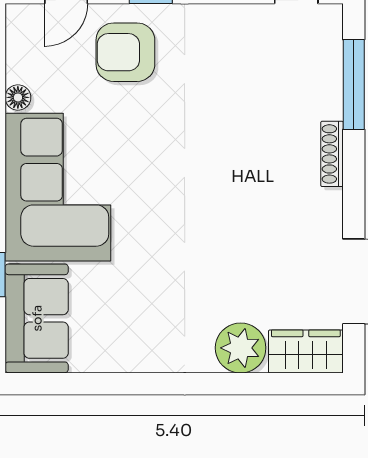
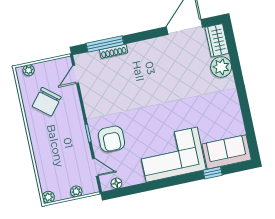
floor lamp: (18, 97) -> (116, 183), moved
shoe rack: (332, 154) -> (114, 51), moved

